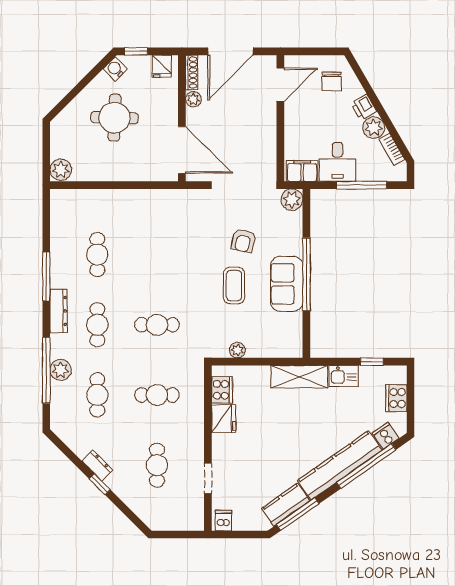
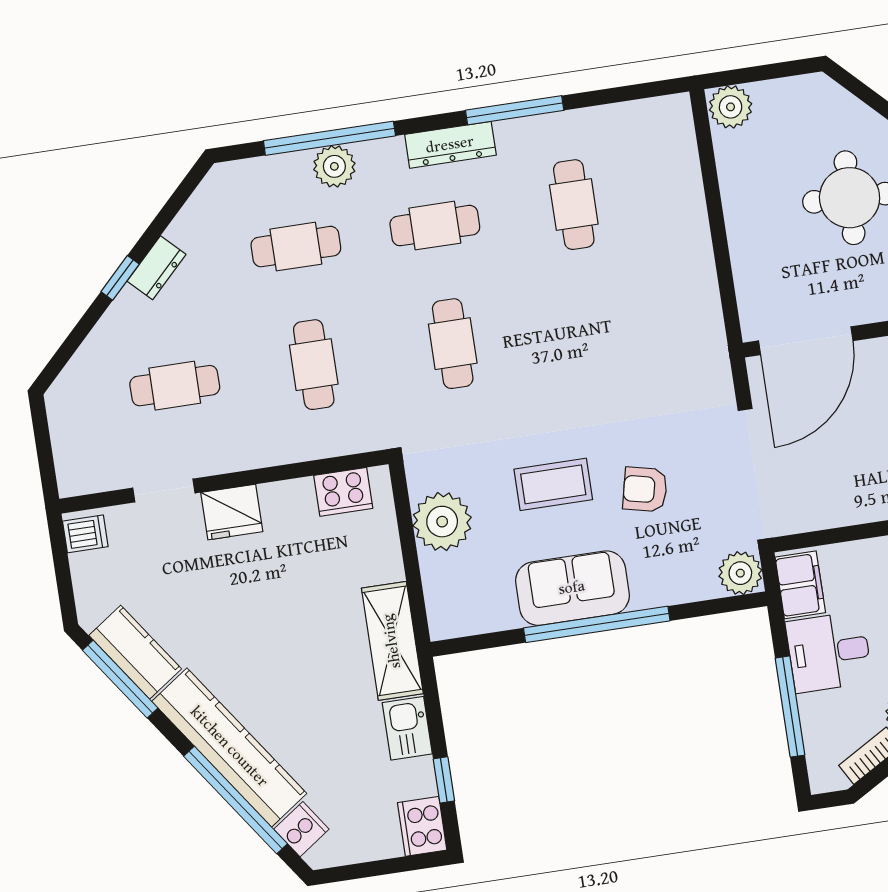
cafe table: (97, 254) -> (574, 205), turned 90
plant: (237, 350) -> (442, 522), width x1.87, depth x1.87
cooker: (396, 398) -> (422, 826), moved, turned -90
fridge: (224, 419) -> (232, 512), moved

